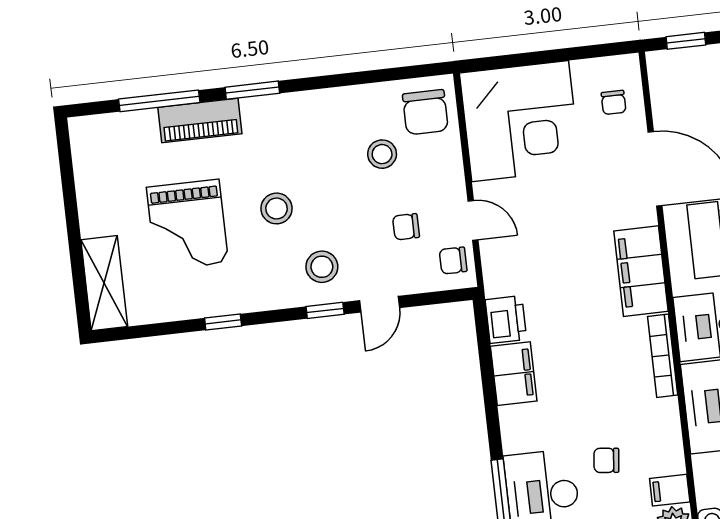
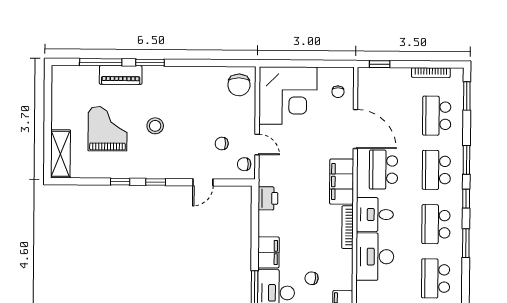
stool: (382, 154) -> (214, 104), removed
grand piano: (187, 225) -> (108, 129), turned 180
stool: (322, 267) -> (175, 159), removed
window: (325, 310) -> (156, 182), moved
filing cabinet: (514, 374) -> (268, 252), moved

